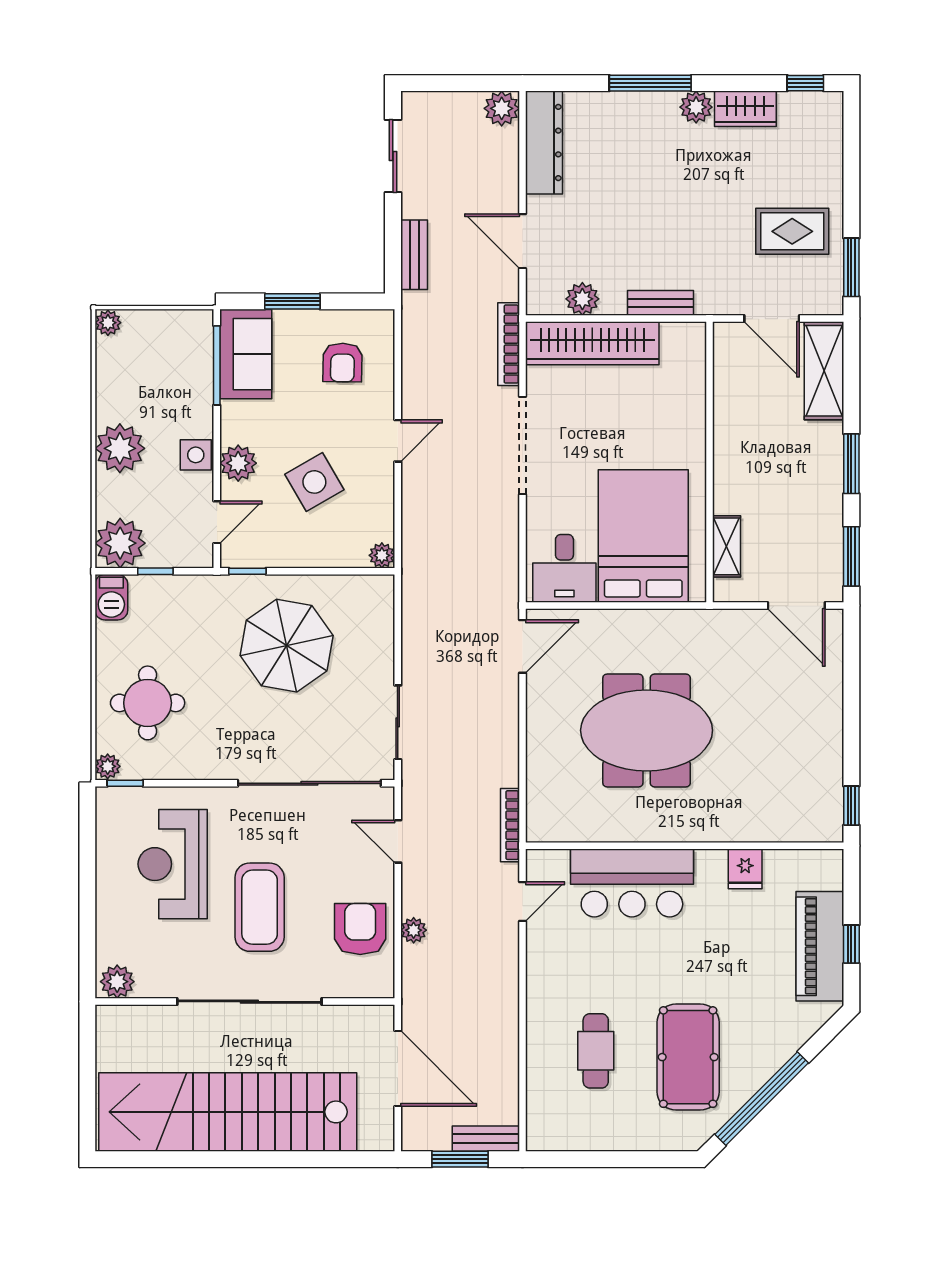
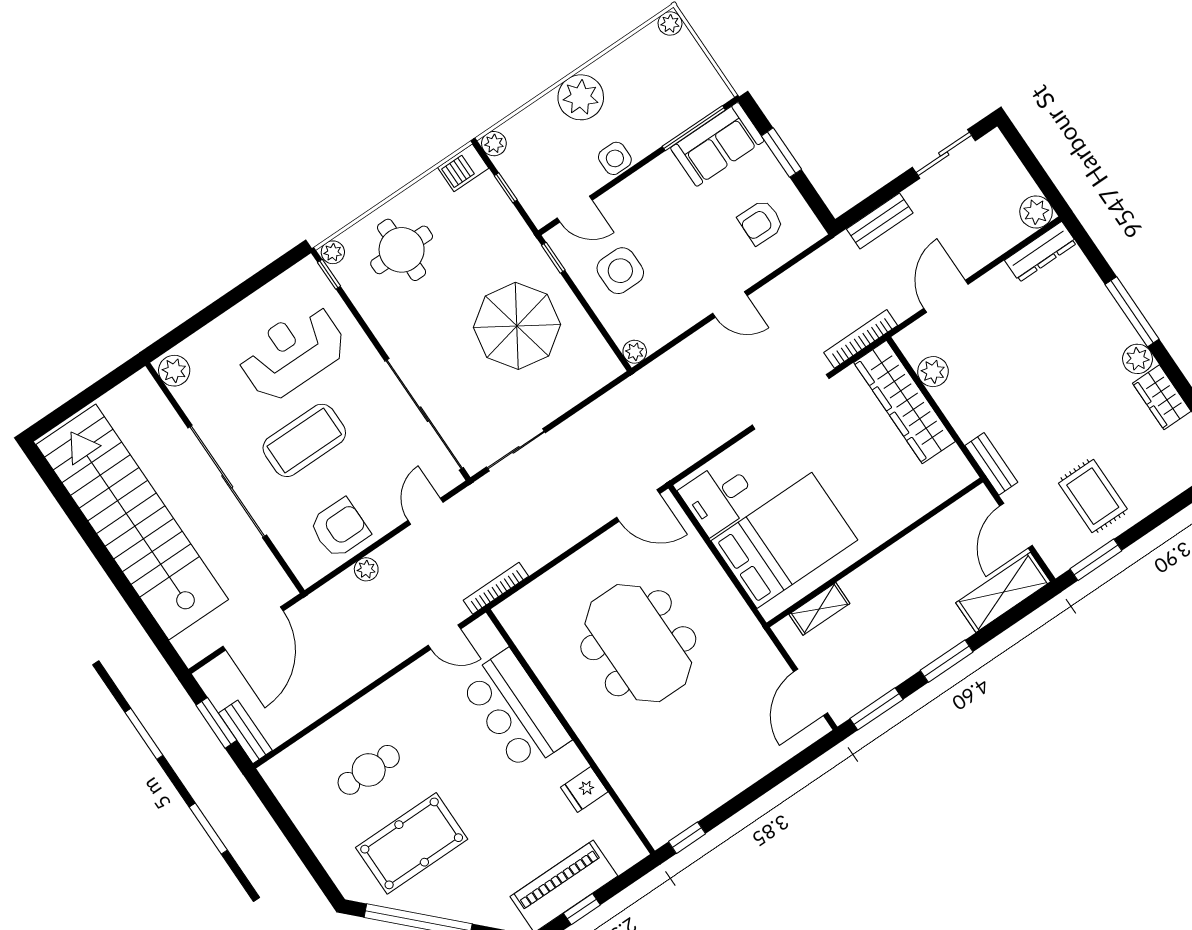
dresser: (544, 143) -> (1041, 252), width x0.73, depth x0.80
bench: (661, 303) -> (991, 464), moved
plant: (238, 463) -> (631, 195), removed
side table: (314, 482) -> (620, 271), moved, turned 30
plant: (120, 543) -> (494, 144), width x0.53, depth x0.53

